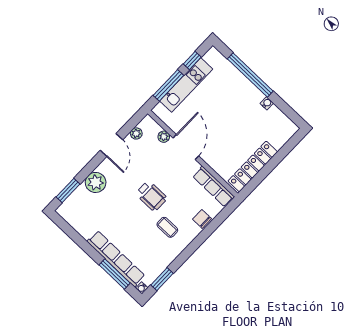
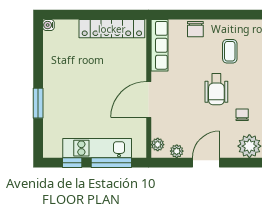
window: (250, 75) -> (38, 103), width x0.47
water cooler: (267, 103) -> (49, 25), moved
plant: (164, 137) -> (158, 145), moved
wheelchair: (151, 196) -> (216, 89), turned 180
chair: (120, 197) -> (242, 115), added

